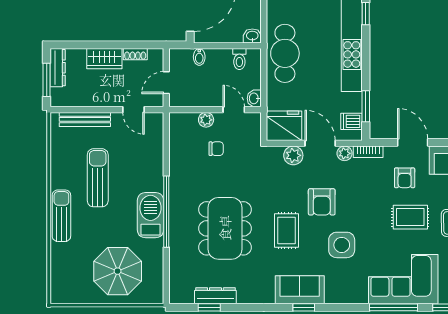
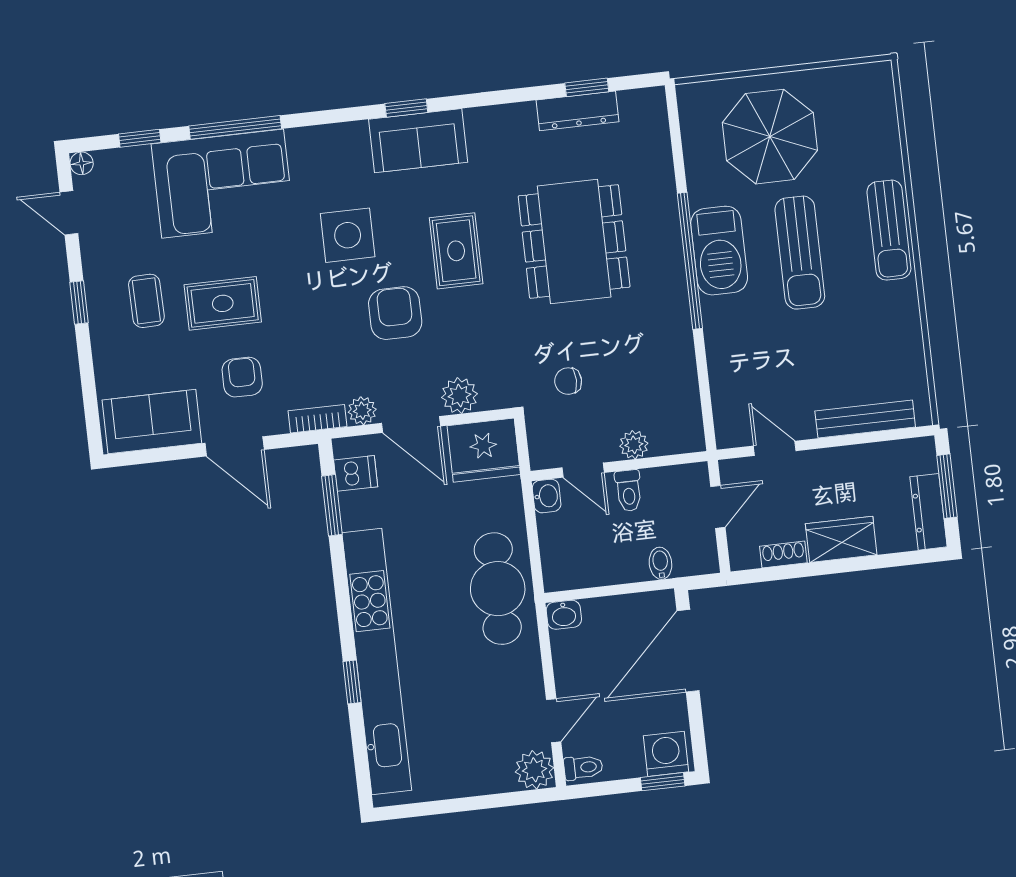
toilet: (239, 59) -> (629, 491), moved, turned 180
chair: (216, 149) -> (568, 381), moved
sun lounger: (98, 178) -> (800, 253), moved

